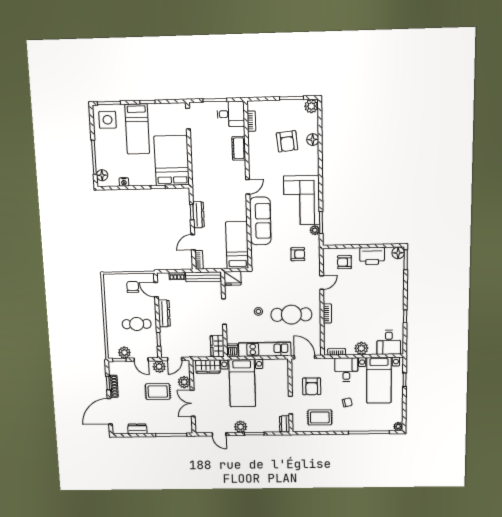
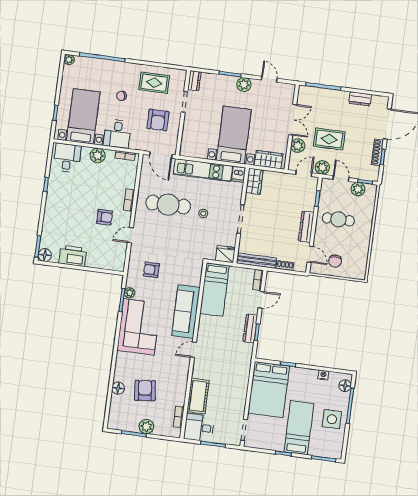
plant: (311, 106) -> (146, 427), moved
side table: (107, 120) -> (332, 419), moved
cot: (239, 148) -> (198, 396), width x1.37, depth x1.34
armchair: (344, 262) -> (105, 217), moved
armchair: (312, 386) -> (158, 120), turned 180

